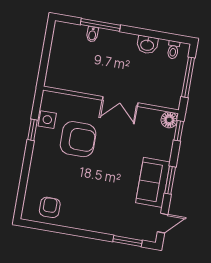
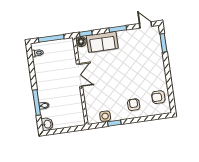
washbasin: (147, 45) -> (47, 124), moved
armchair: (78, 139) -> (134, 105), moved, width x0.53, depth x0.53
sofa: (153, 182) -> (102, 42), moved

